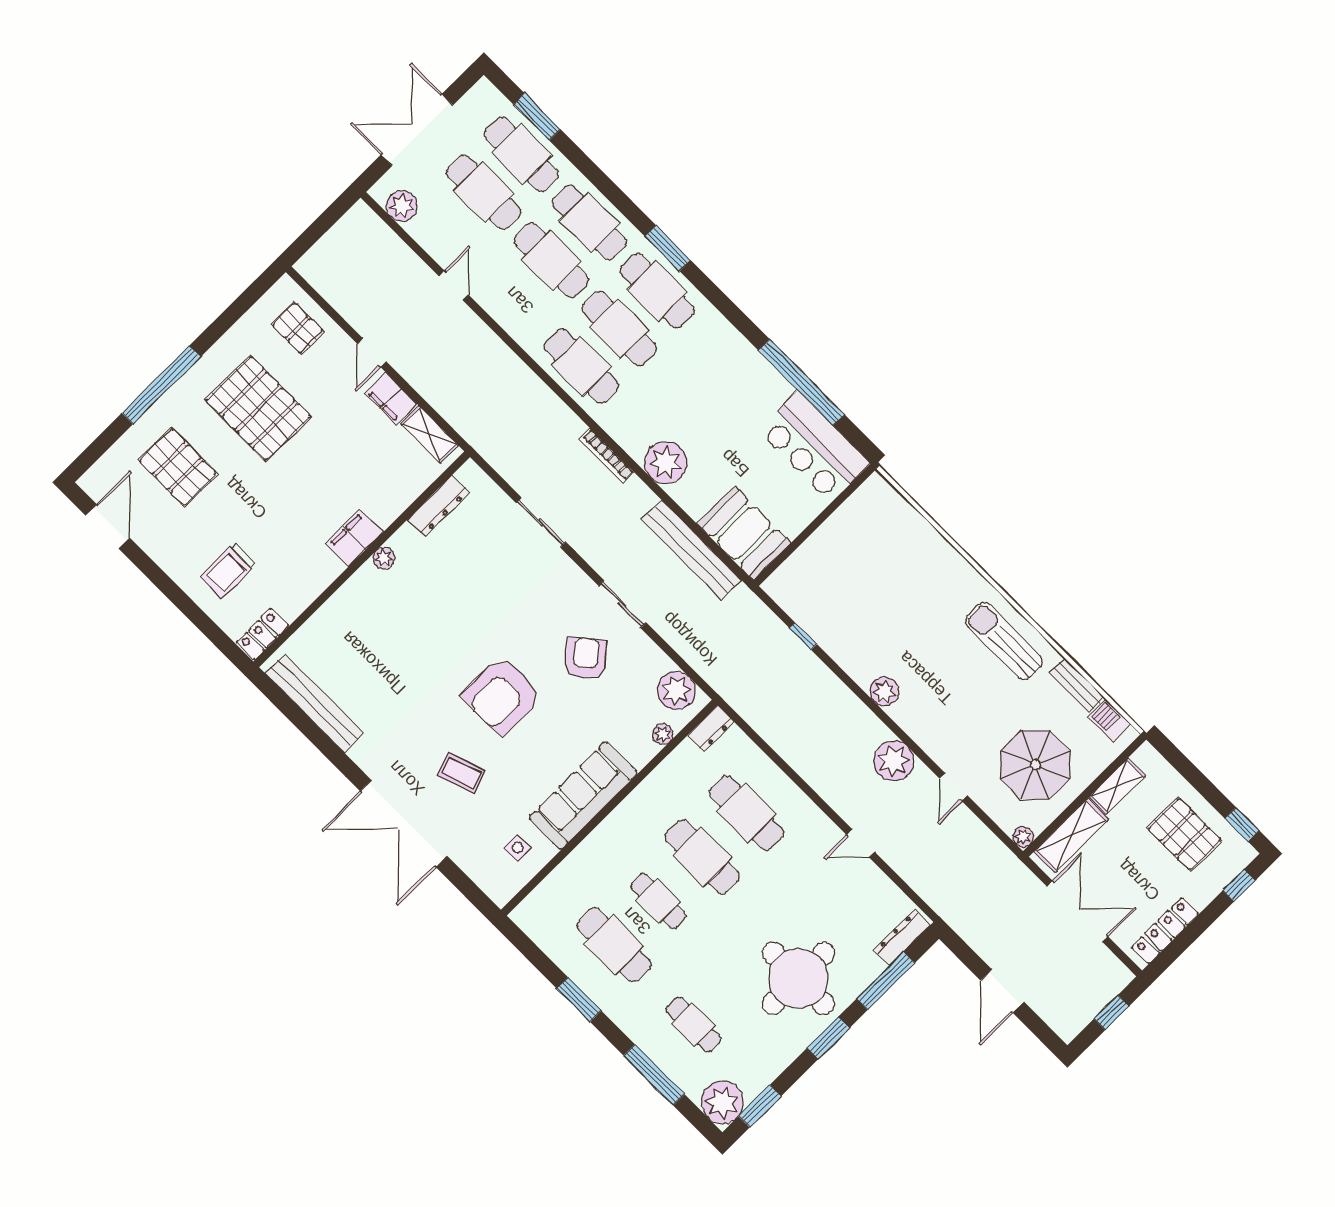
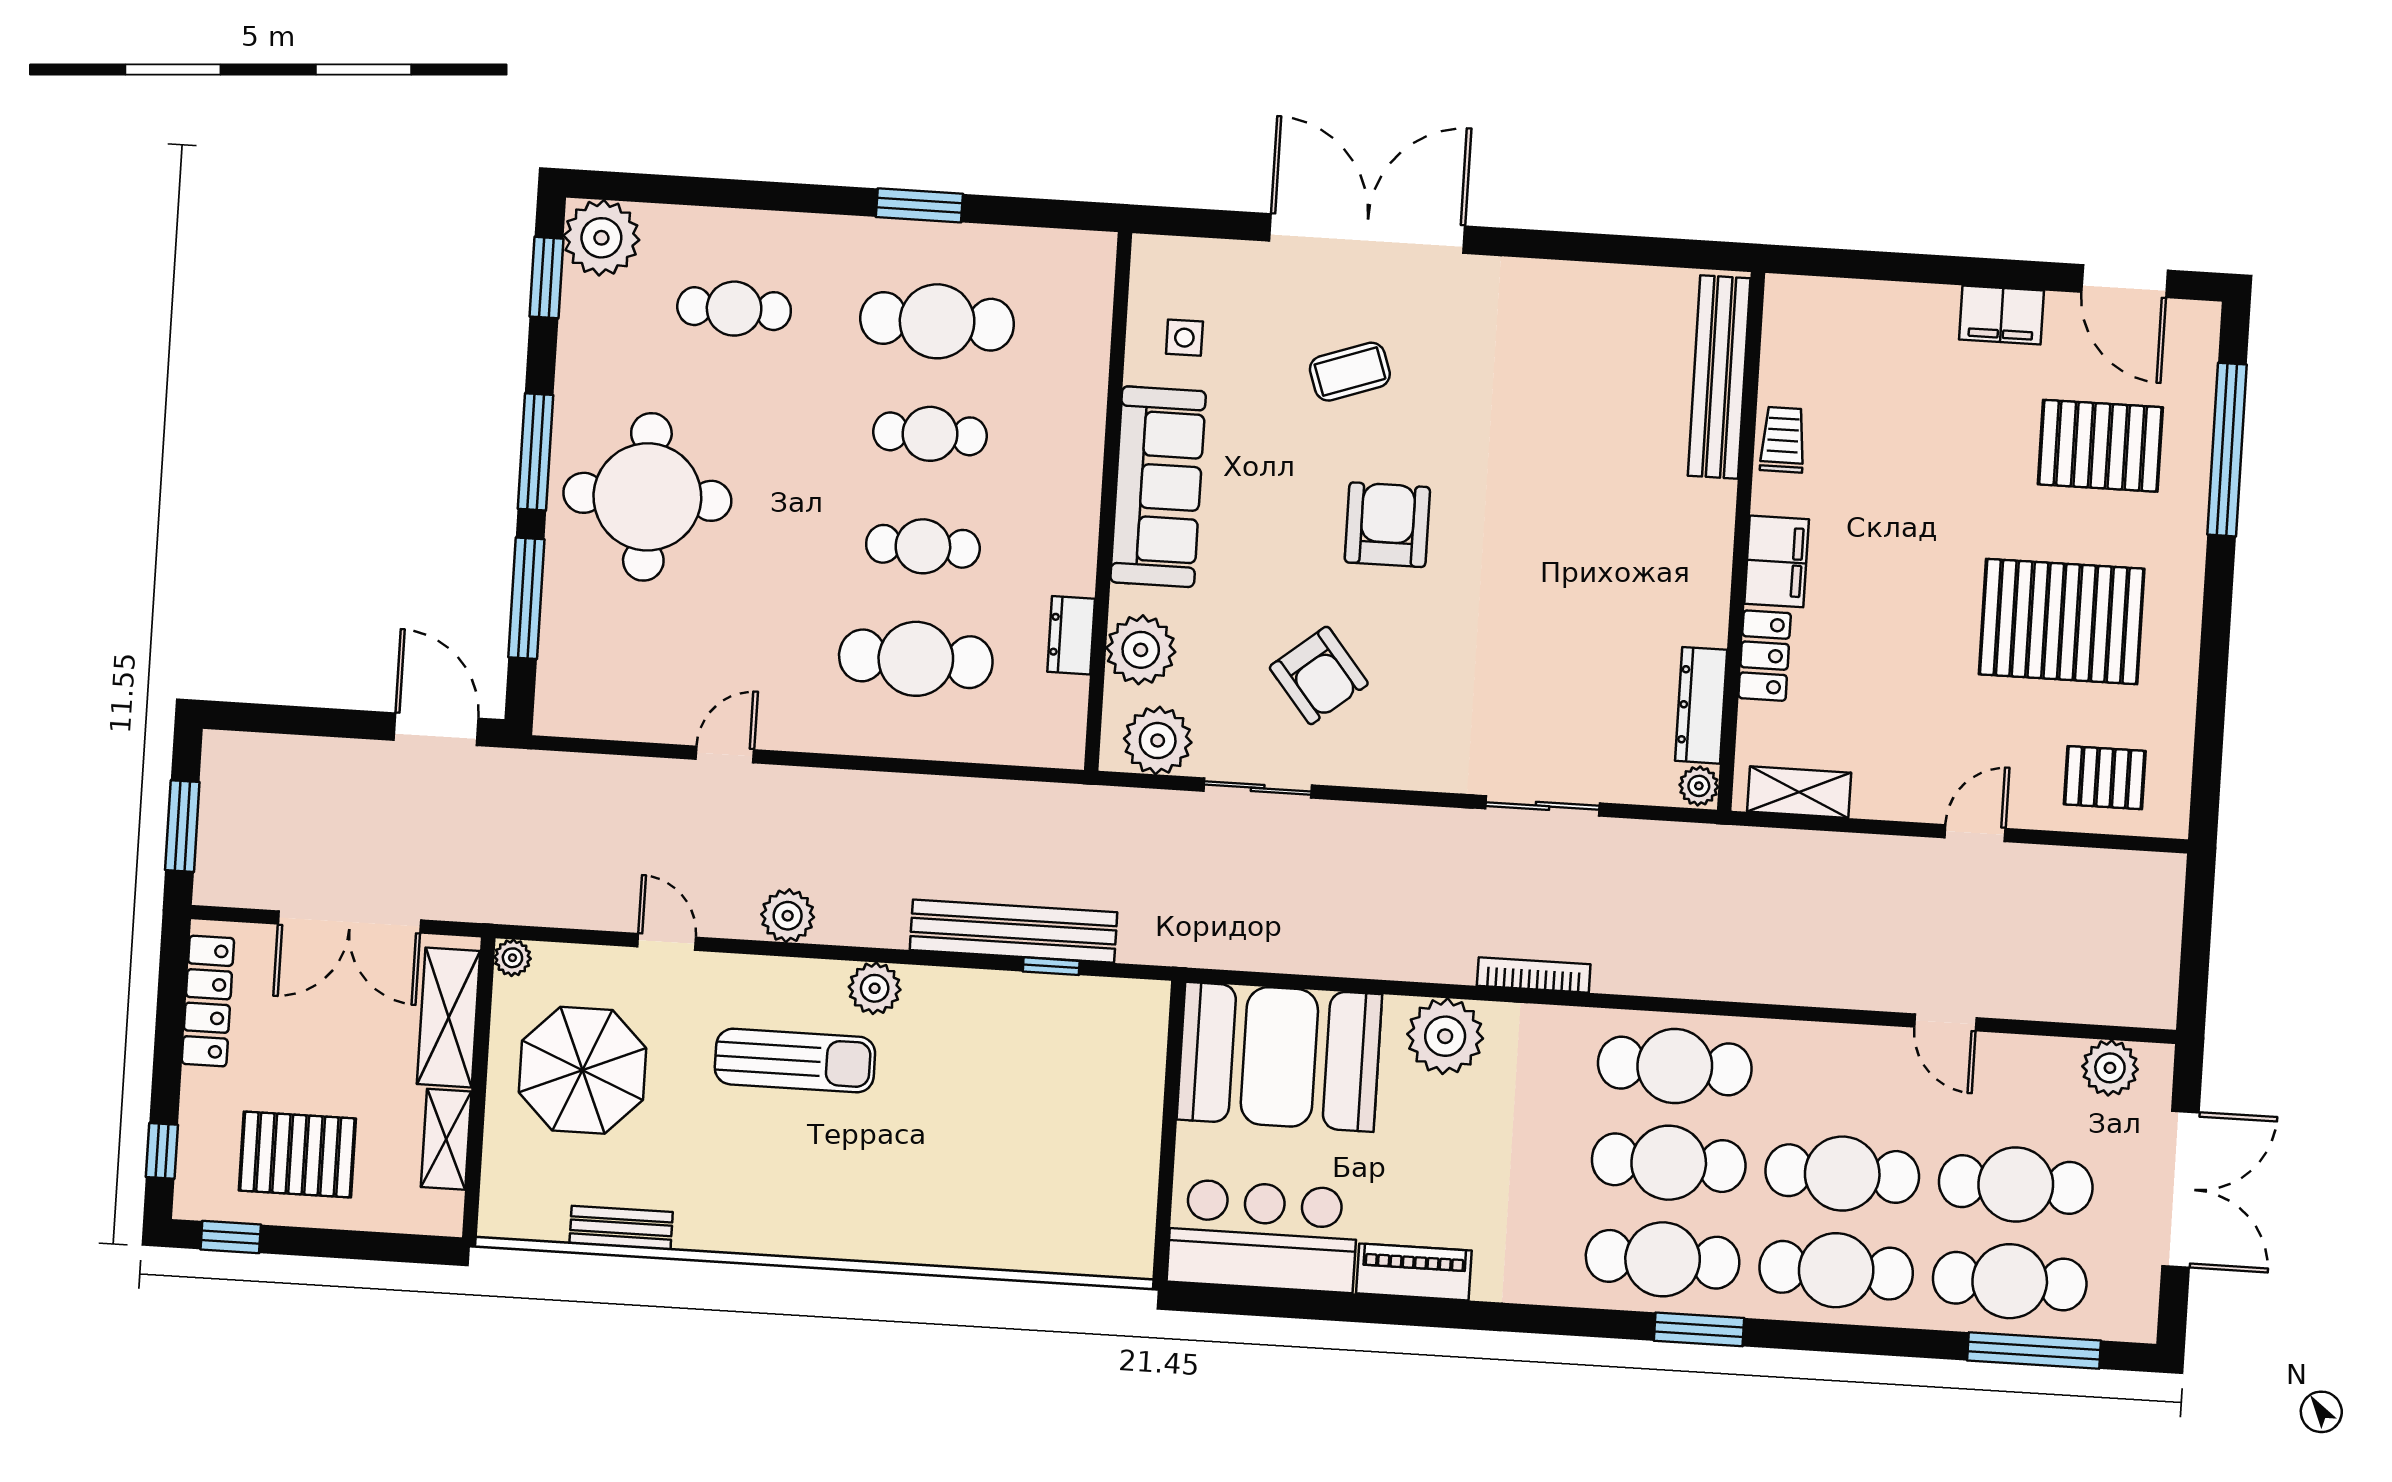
window: (537, 117) -> (2034, 1350), width x1.44
door: (372, 353) -> (1975, 833), hinge flipped
piano: (765, 377) -> (1414, 1272), added
window: (801, 382) -> (1358, 1308), removed
window: (161, 385) -> (2227, 450), moved
filing cabinet: (391, 399) -> (2002, 315), moved, turned 180
booth: (744, 533) -> (1279, 1057), width x1.36, depth x1.42
bench: (692, 550) -> (1013, 931), moved
plant: (384, 558) -> (1699, 786), moved
trolley: (228, 570) -> (1783, 440), moved, width x0.73, depth x0.72
sliding door: (622, 604) -> (1258, 788), moved
locker: (262, 634) -> (1765, 656), moved
sun lounger: (1004, 641) -> (795, 1061), moved
armchair: (502, 696) -> (1387, 525), width x0.73, depth x0.73
bench: (314, 703) -> (1719, 377), moved, turned 90
barbecue: (1109, 721) -> (535, 1219), removed
dresser: (711, 728) -> (1071, 635), moved
plant: (663, 734) -> (1141, 650), width x1.88, depth x1.88
plant: (894, 761) -> (788, 916), width x0.73, depth x0.73
cafe table: (702, 857) -> (923, 546), width x0.73, depth x0.74
dresser: (902, 938) -> (556, 676), removed
door: (1002, 991) -> (436, 729), moved
window: (1112, 1012) -> (182, 826), width x1.50
window: (828, 1038) -> (536, 452), width x1.44
window: (654, 1075) -> (727, 193), removed

